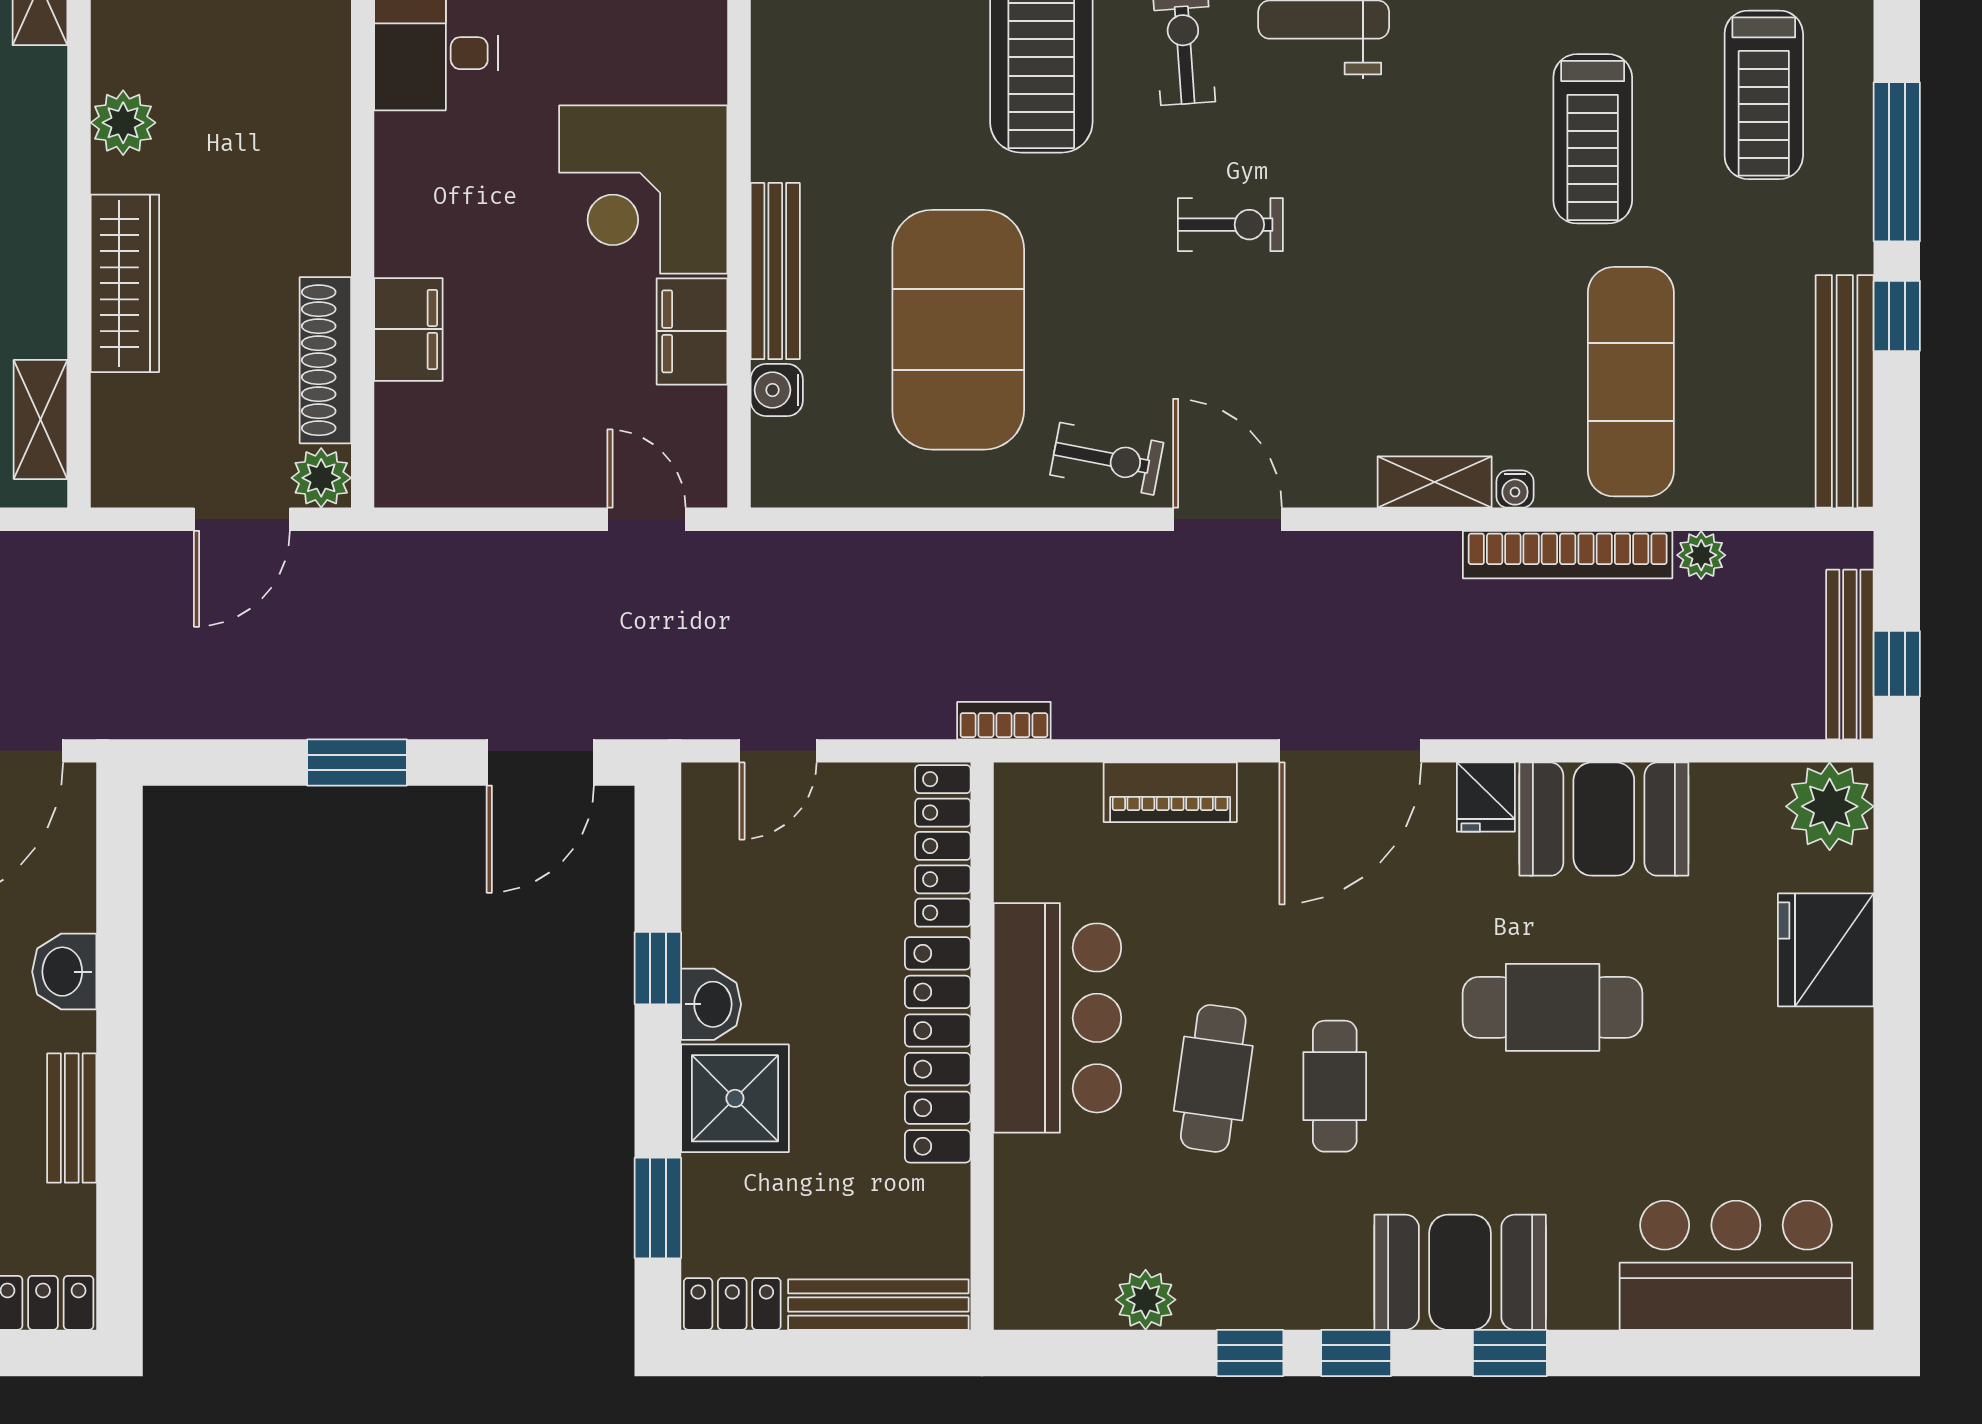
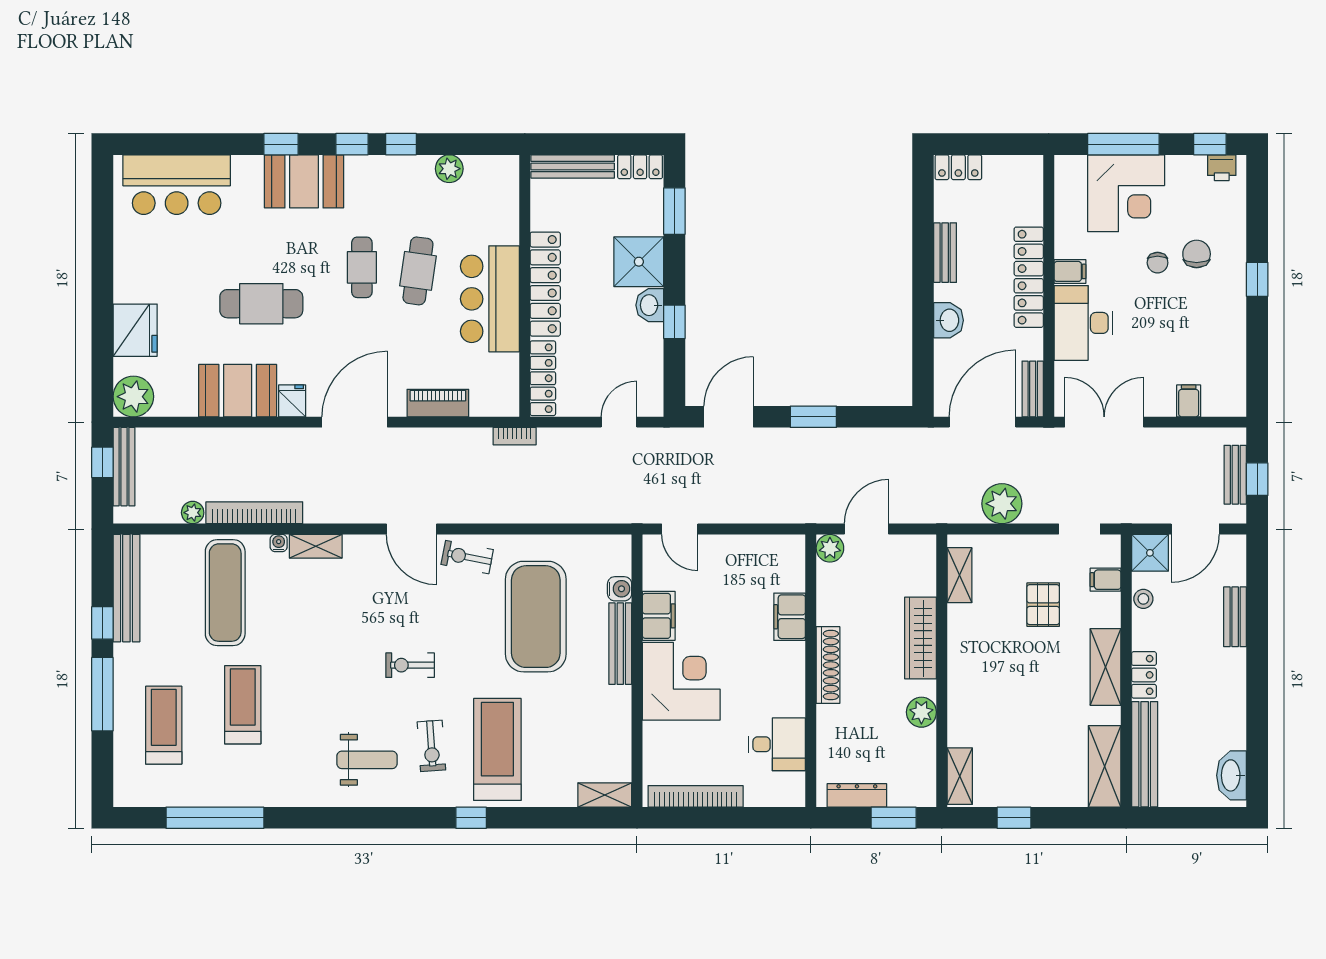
shoe rack: (325, 360) -> (828, 665), moved

